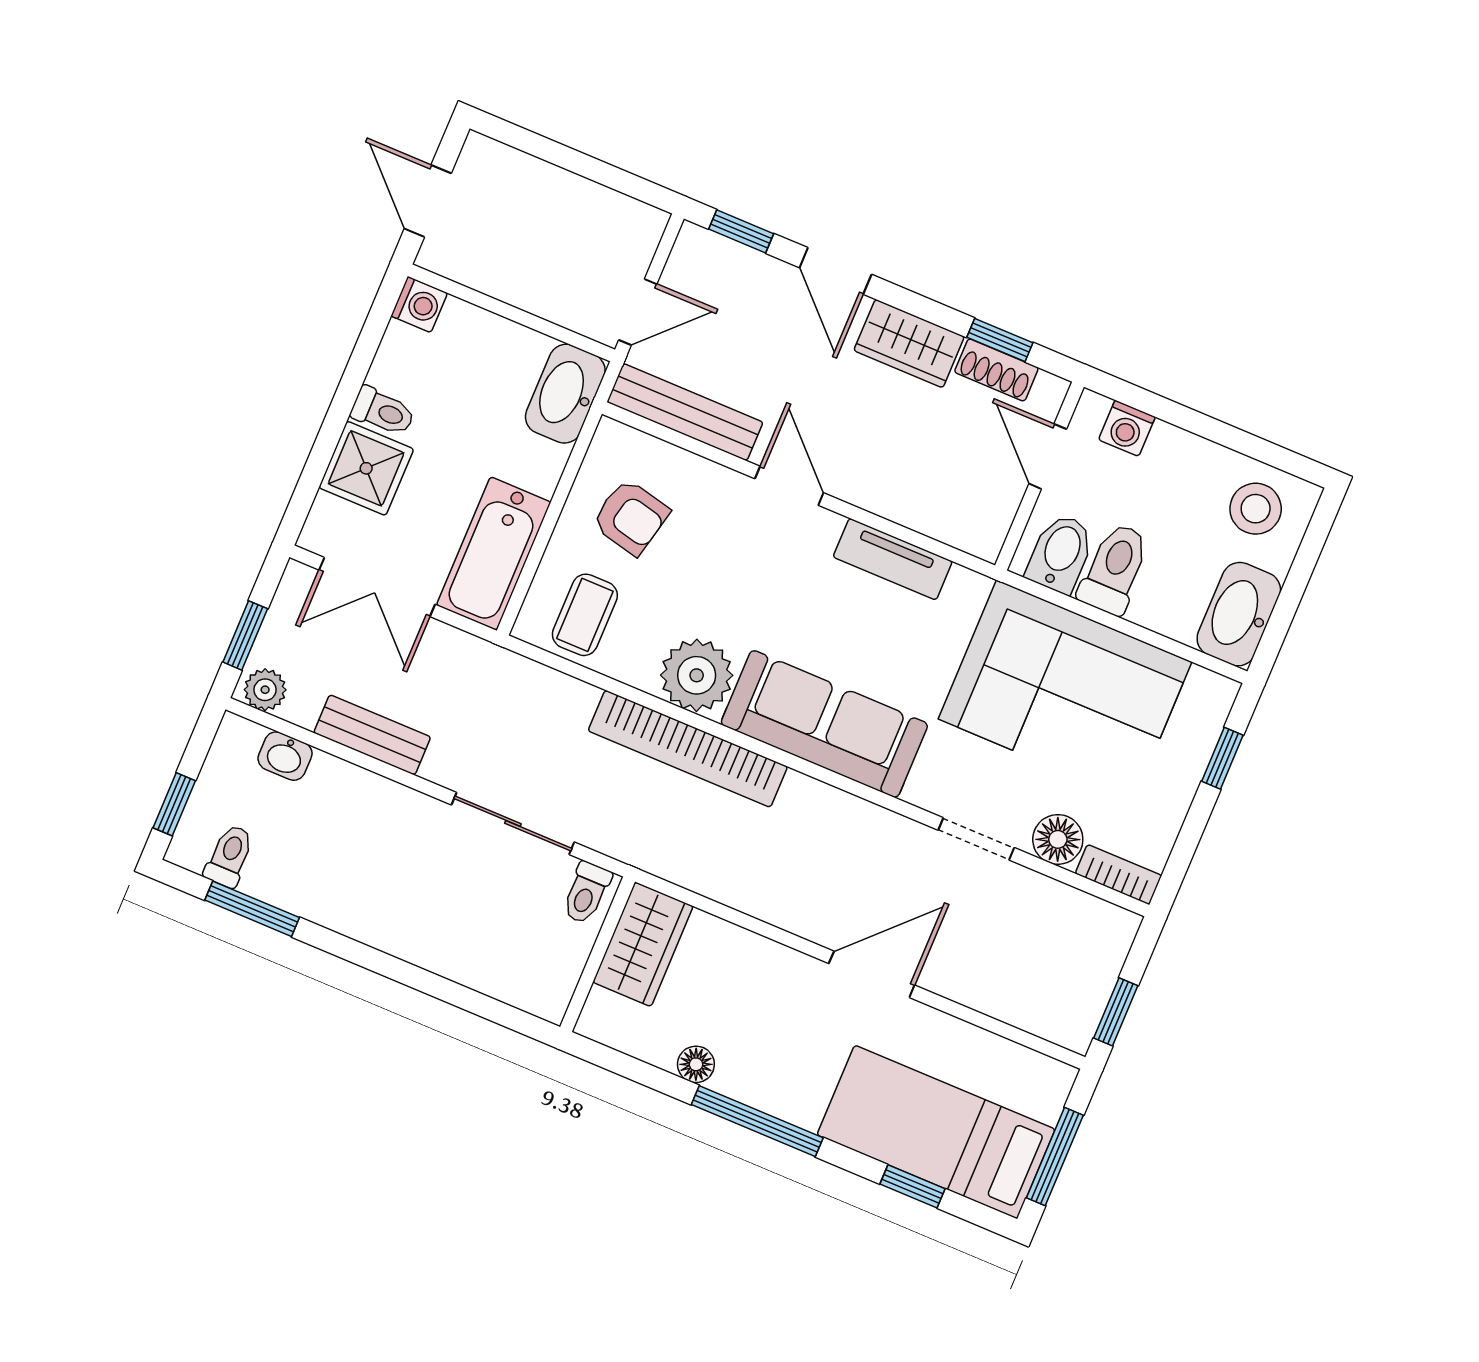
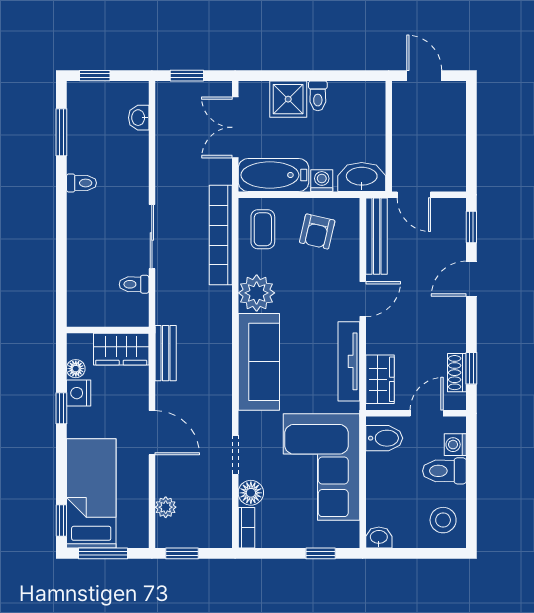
door: (428, 201) -> (424, 76), hinge flipped
washing machine: (419, 304) -> (322, 181), moved, turned 180
wardrobe: (909, 344) -> (380, 379), moved, turned 180
tv unit: (893, 559) -> (349, 361), width x1.41
toilet: (1114, 569) -> (444, 471), moved, turned 180
washbasin: (1239, 614) -> (379, 538), width x0.52, depth x0.69
coffee table: (585, 615) -> (263, 229), turned 90
plant: (265, 690) -> (166, 507), moved
bench: (372, 735) -> (166, 353), moved
bookcase: (688, 749) -> (221, 235), moved
toilet: (229, 856) -> (81, 183), moved
wardrobe: (643, 944) -> (121, 349), moved
wall: (598, 954) -> (108, 330), moved
nightstand: (743, 1078) -> (79, 393), added
window: (757, 1121) -> (61, 408), width x0.46
window: (912, 1186) -> (61, 521), moved

